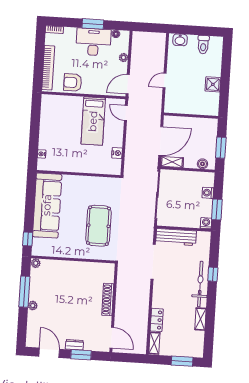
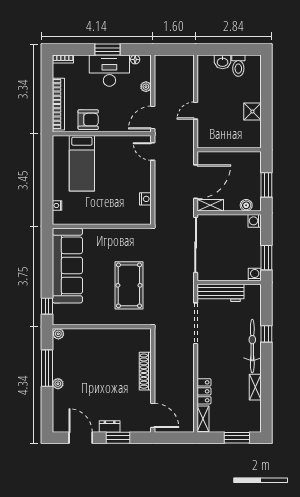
washbasin: (180, 40) -> (223, 62), moved
armchair: (73, 82) -> (88, 120), turned 180
bed: (93, 121) -> (82, 163), moved
washing machine: (208, 193) -> (255, 221), moved

